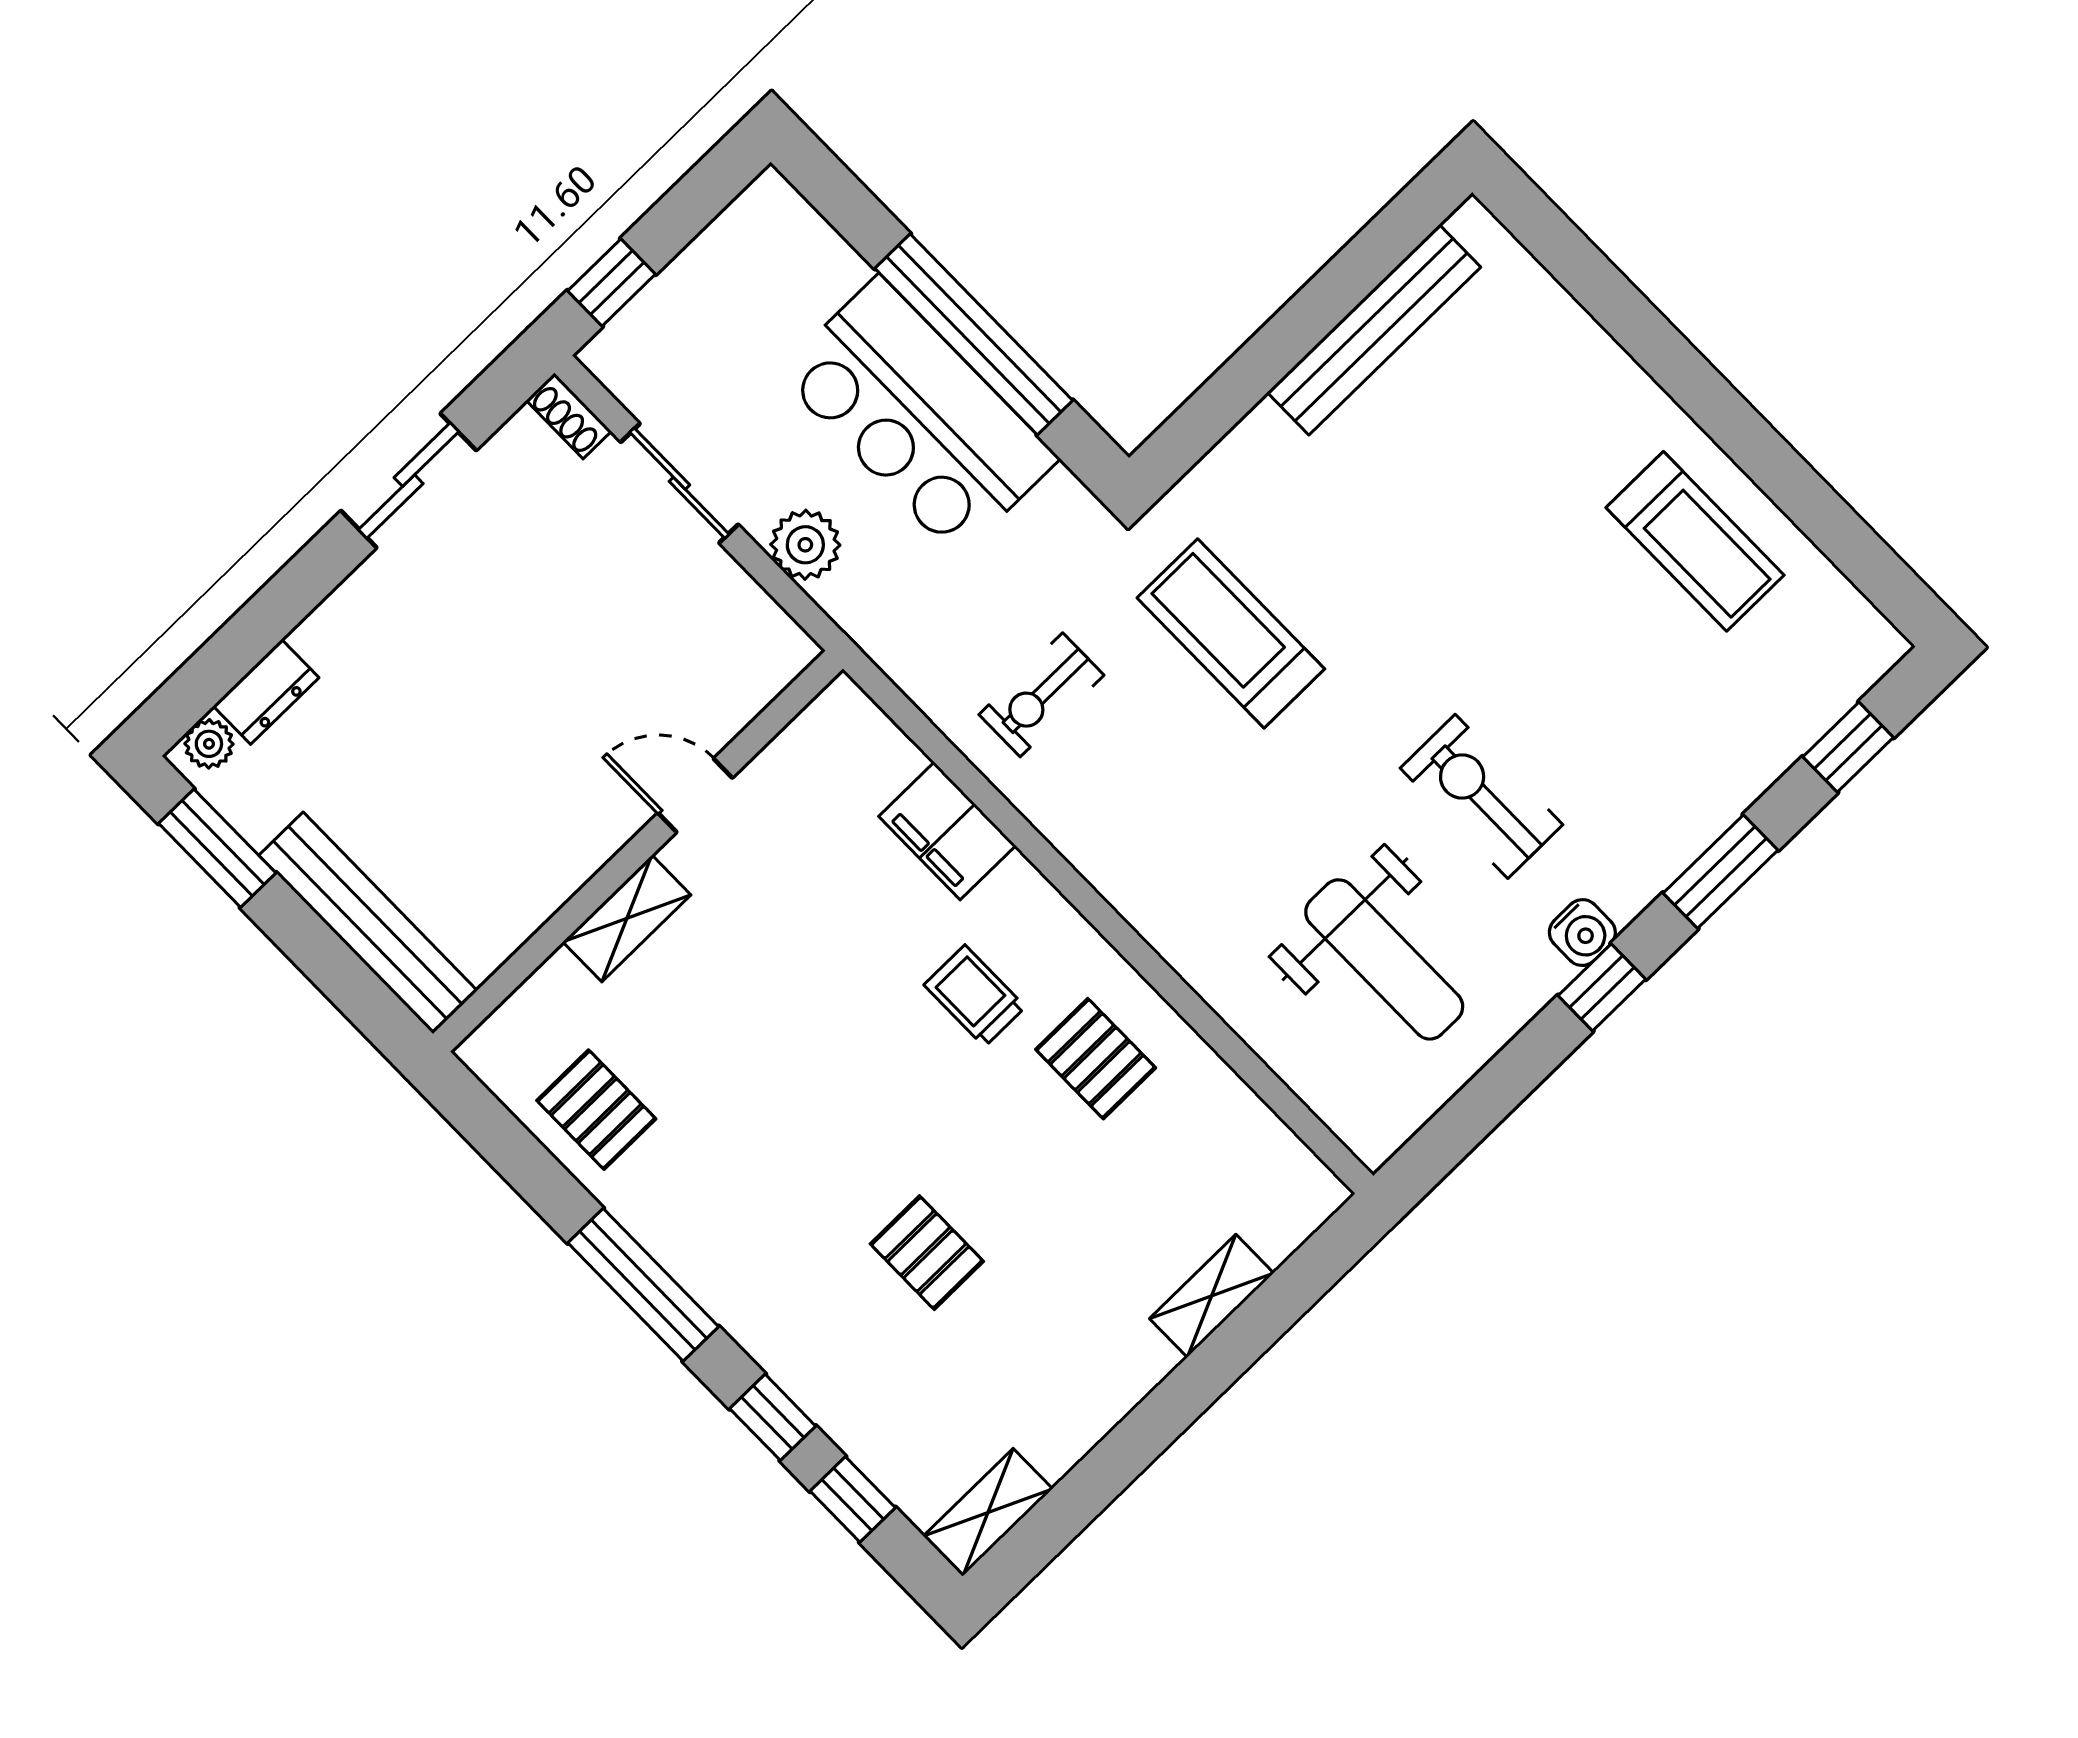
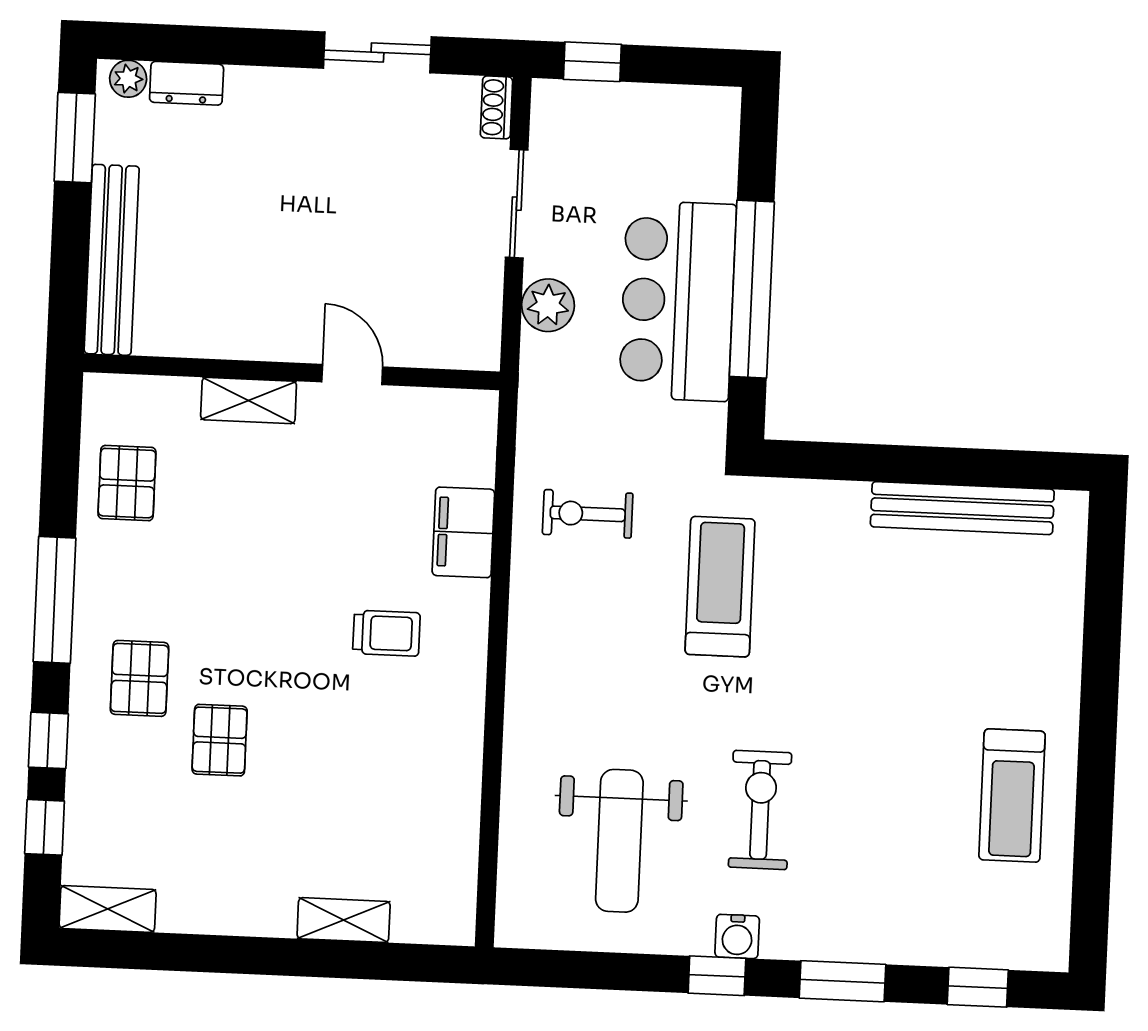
trolley: (975, 996) -> (386, 633), turned 90
pallet: (1096, 1059) -> (140, 678), moved

